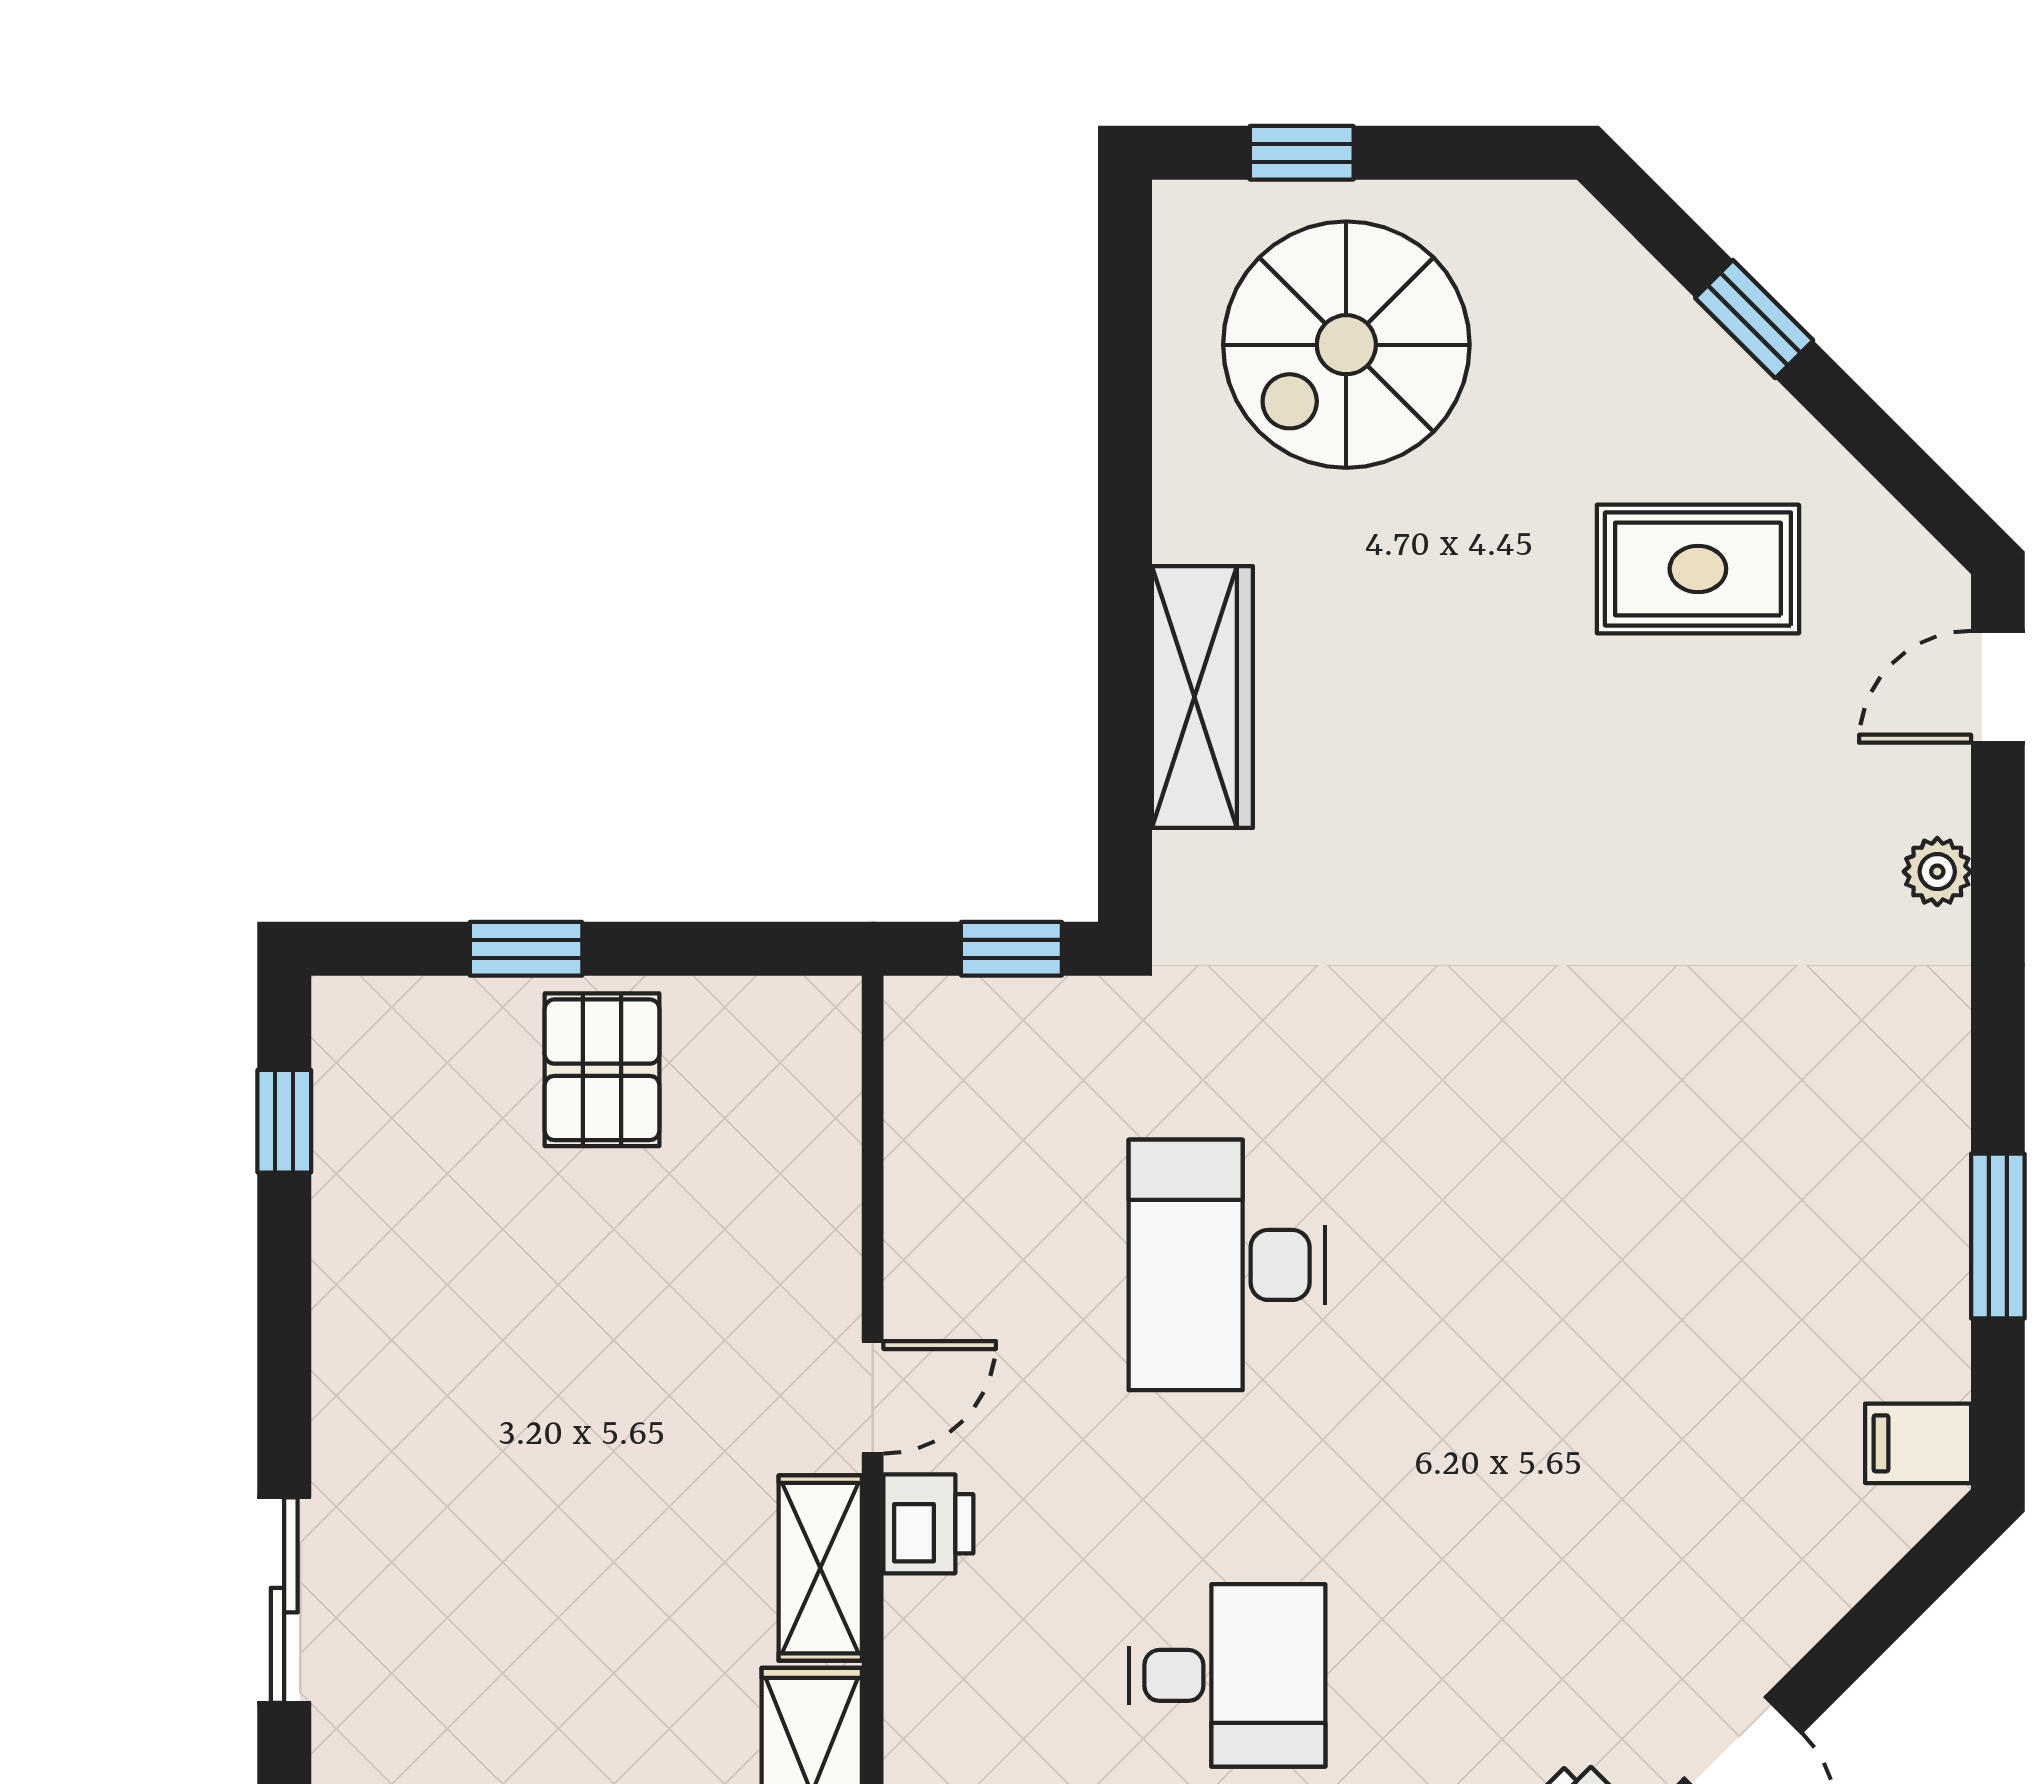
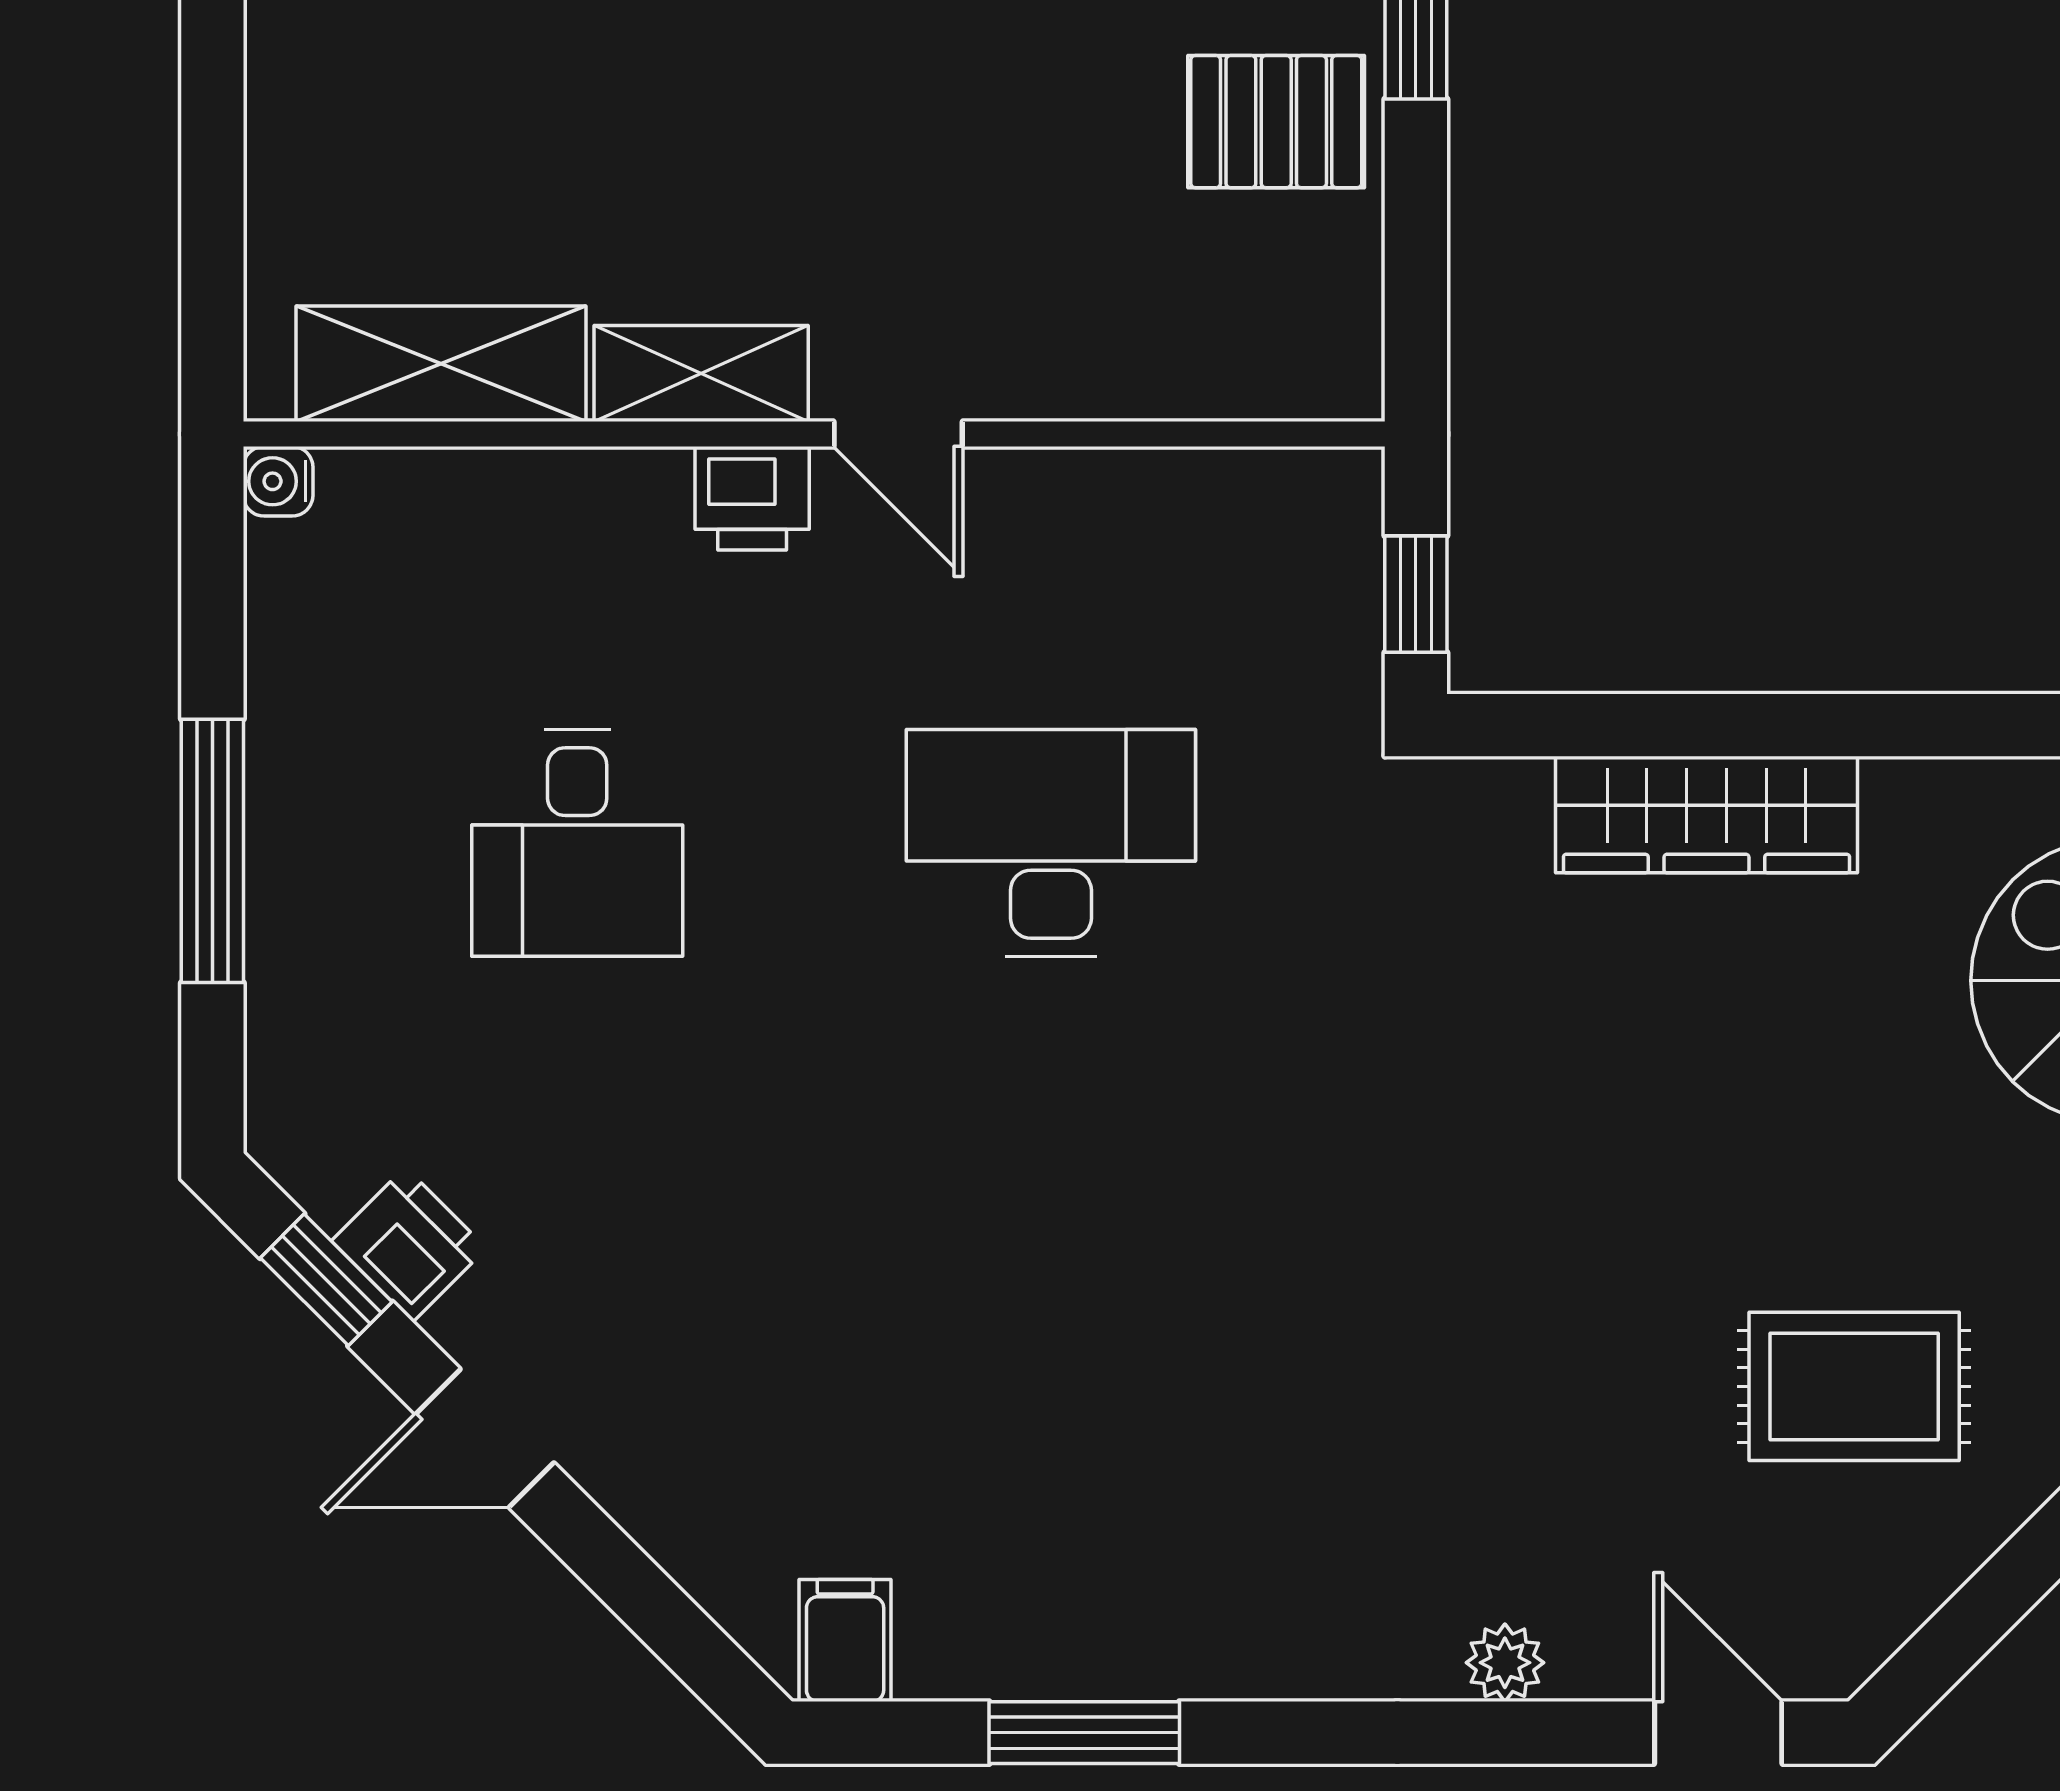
rug: (1698, 569) -> (1854, 1386), turned 90

